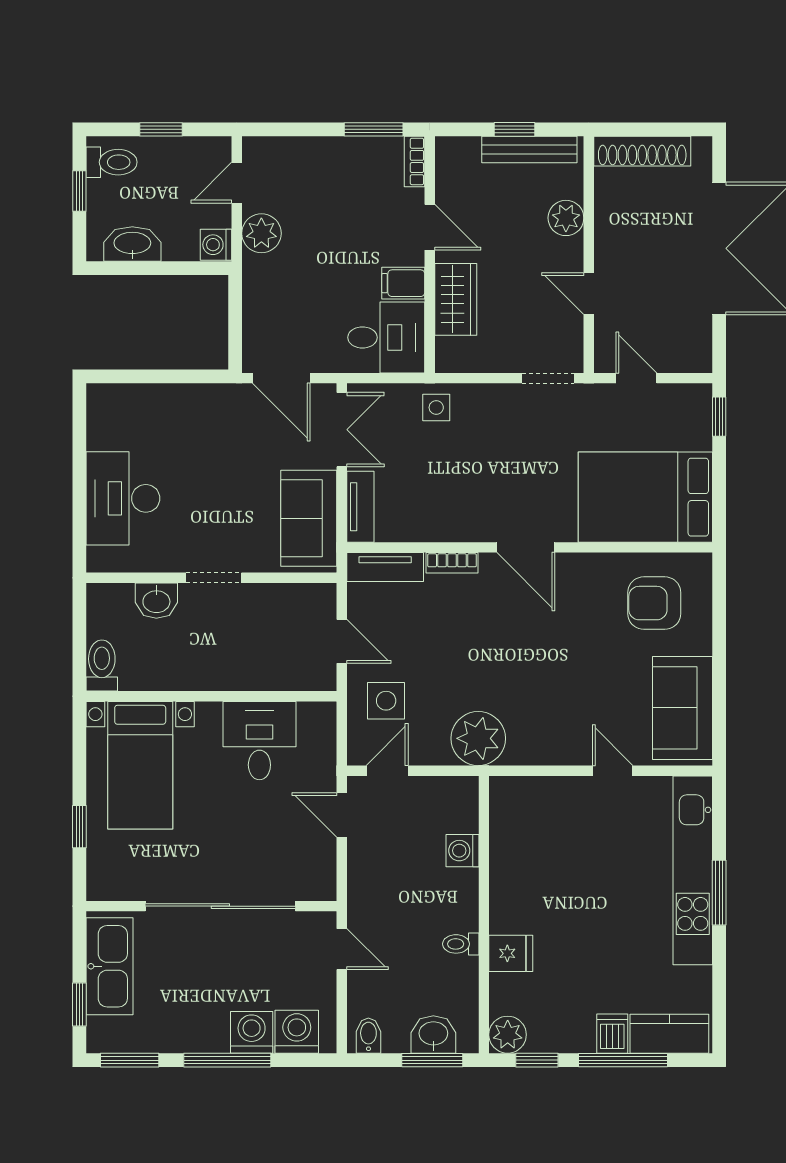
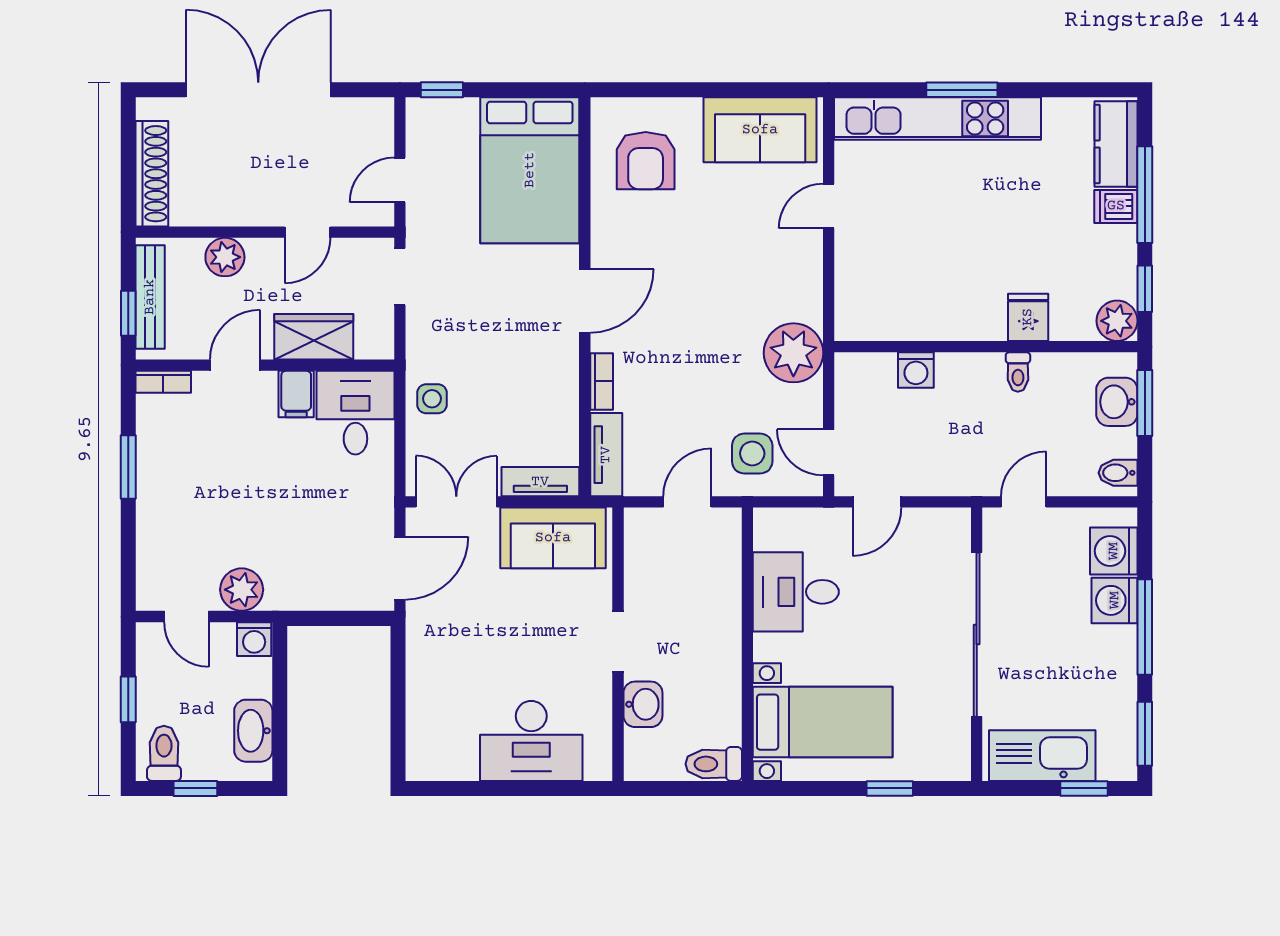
bookcase: (415, 161) -> (163, 382), moved
door: (430, 227) -> (235, 365), moved
wall: (430, 255) -> (265, 365), moved
filing cabinet: (403, 283) -> (296, 394), moved
wardrobe: (456, 299) -> (314, 337), moved
desk: (386, 337) -> (355, 413), moved

